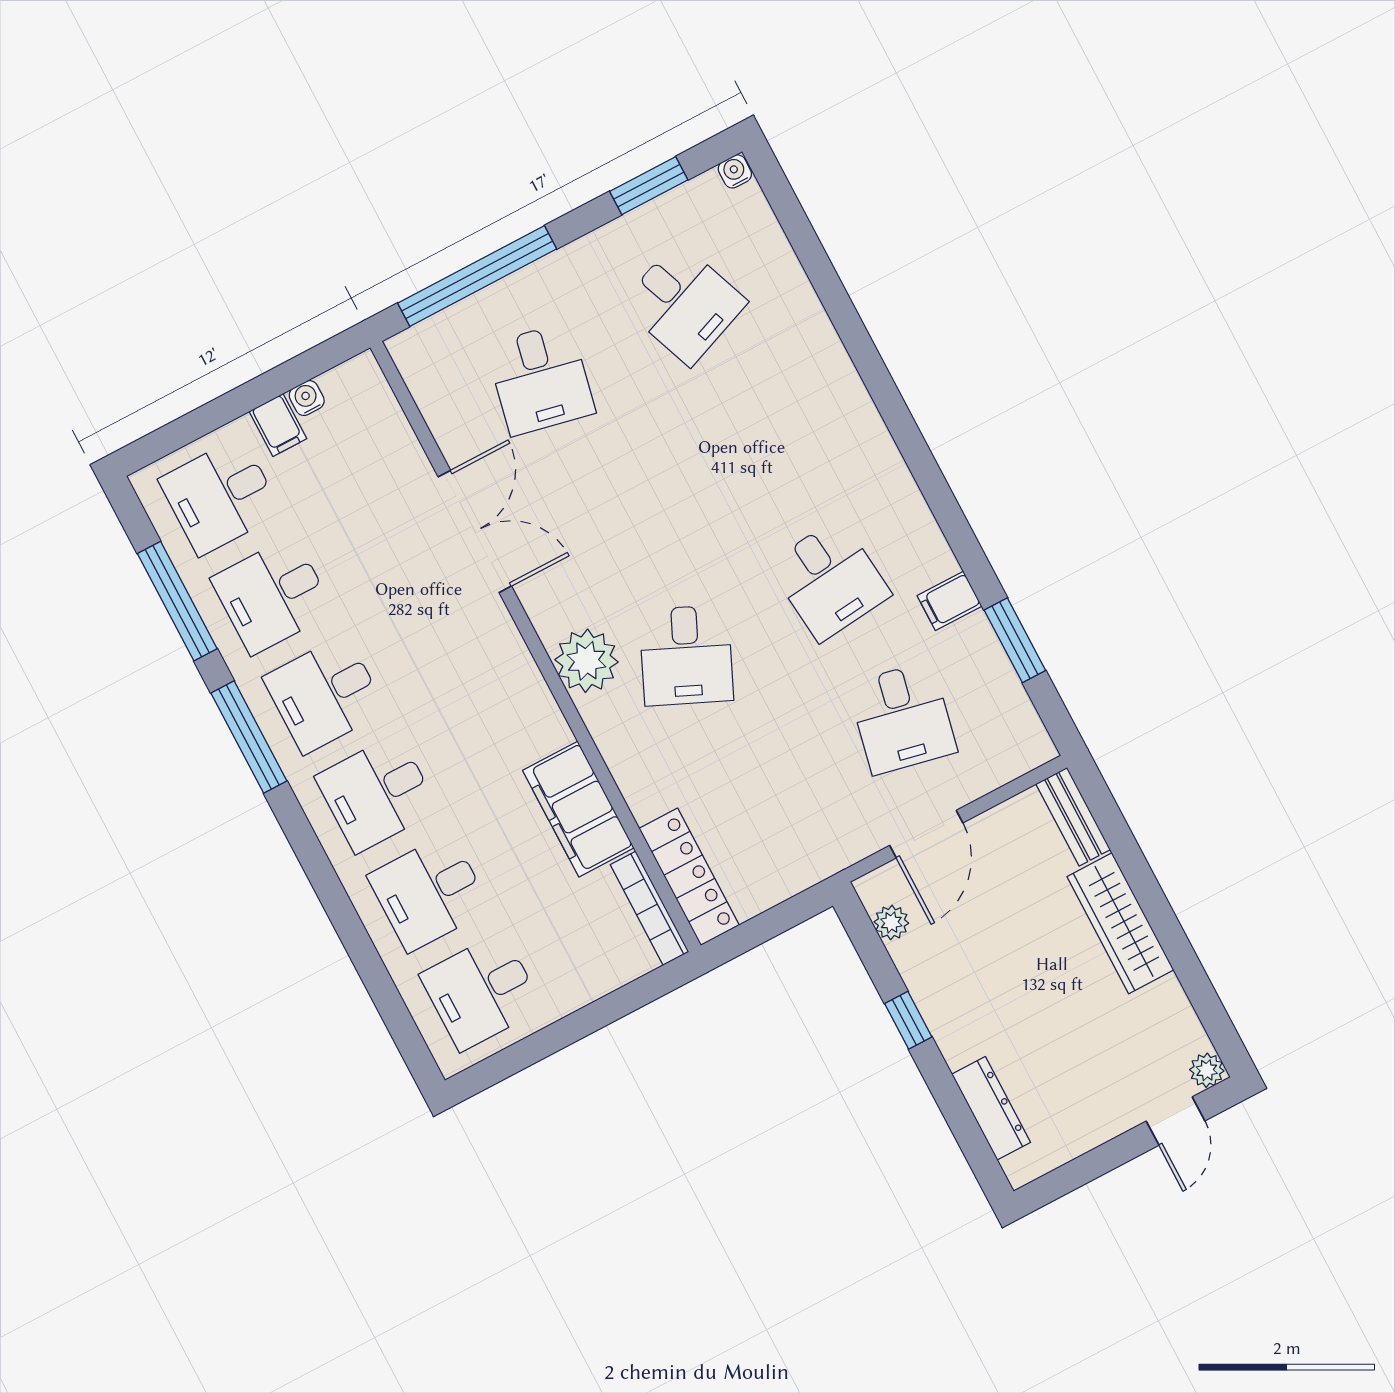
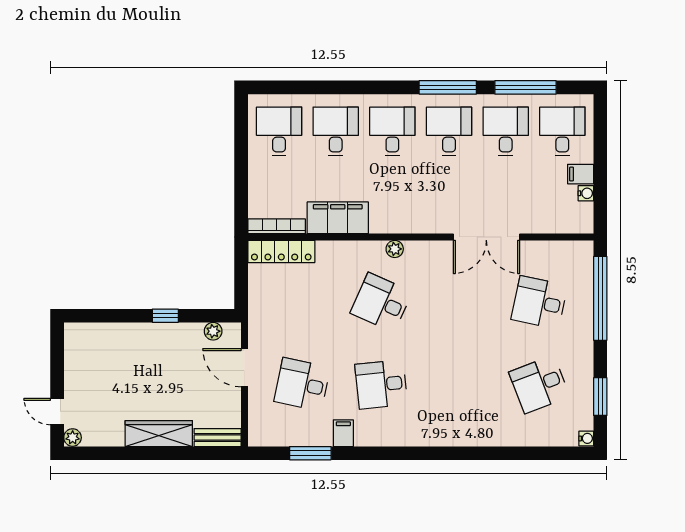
plant: (586, 661) -> (395, 249), width x0.53, depth x0.53
dresser: (991, 1108) -> (106, 332), removed

